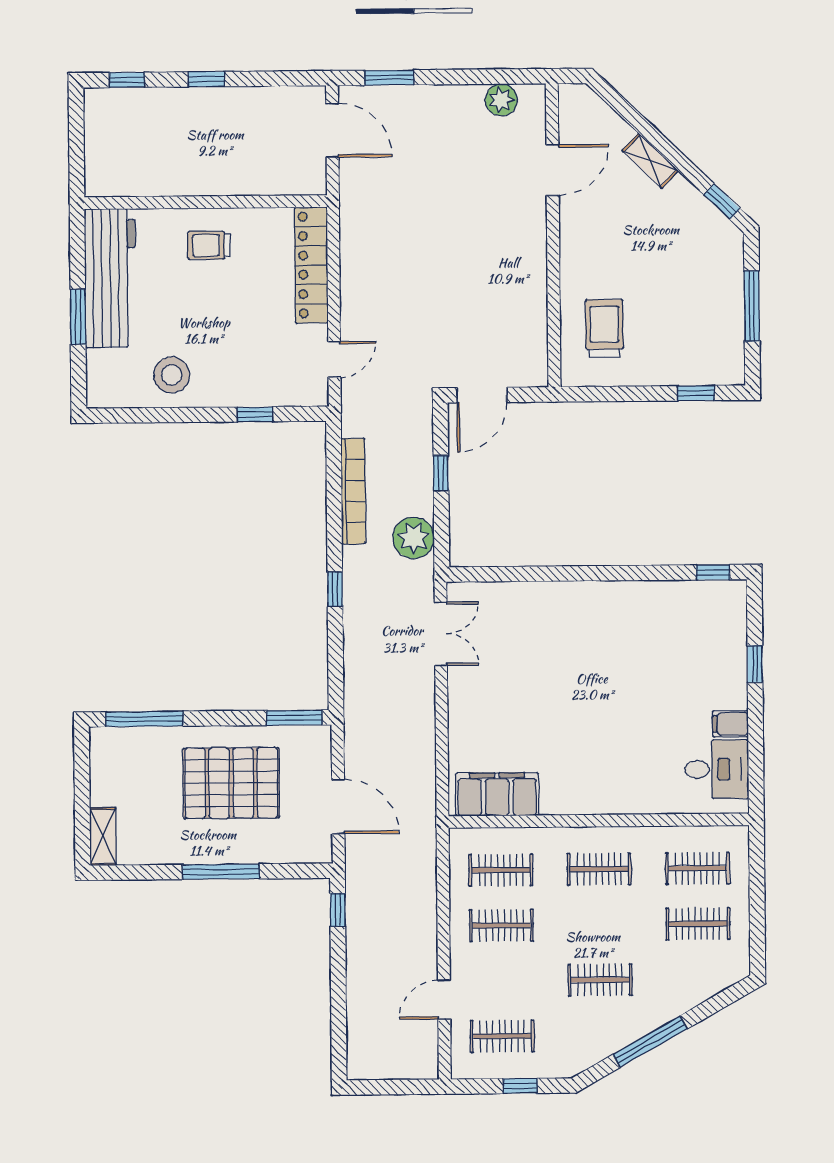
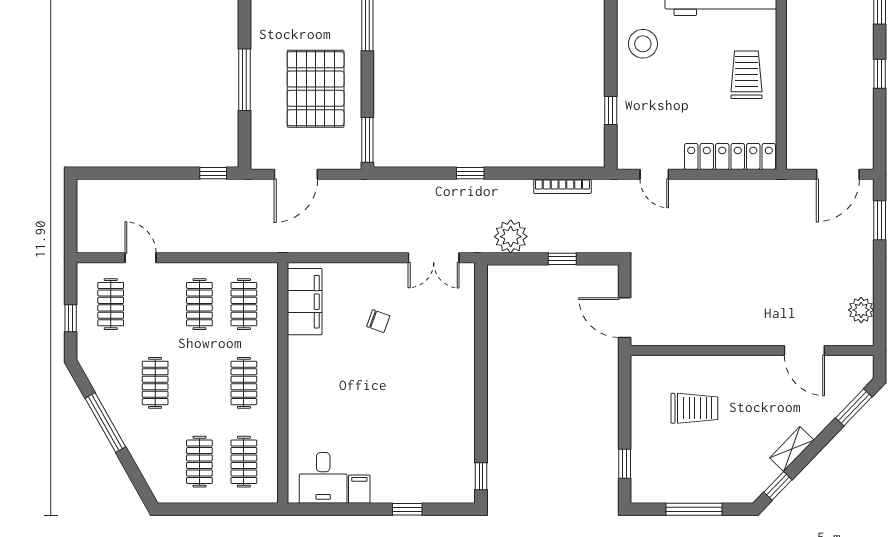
window: (623, 108) -> (854, 407), added
shelving: (650, 161) -> (792, 449), moved
trolley: (209, 245) -> (746, 75), width x1.36, depth x1.39
trolley: (604, 328) -> (694, 408), moved
door: (482, 395) -> (625, 318), moved
bookcase: (353, 491) -> (562, 186), width x0.68, depth x0.76
chair: (521, 702) -> (378, 321), added

